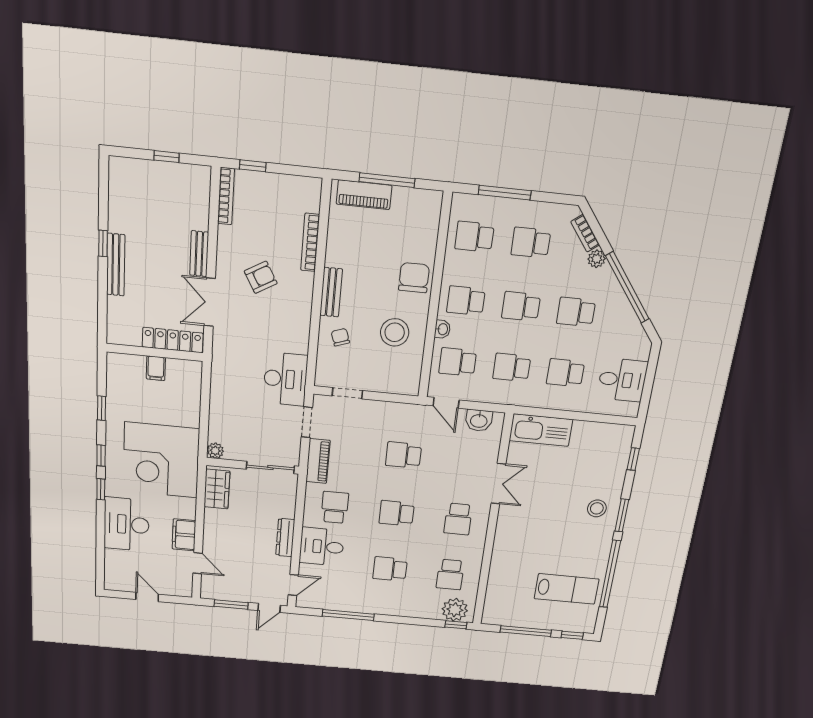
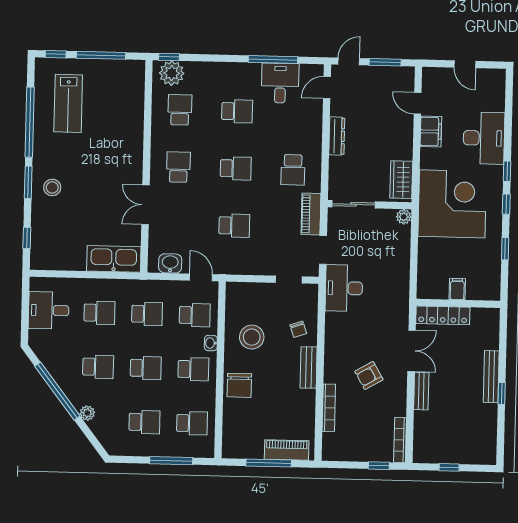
bookcase: (585, 233) -> (100, 433), removed
desk: (322, 547) -> (280, 83), moved, turned -90
lab bench: (567, 589) -> (68, 103), turned -90

